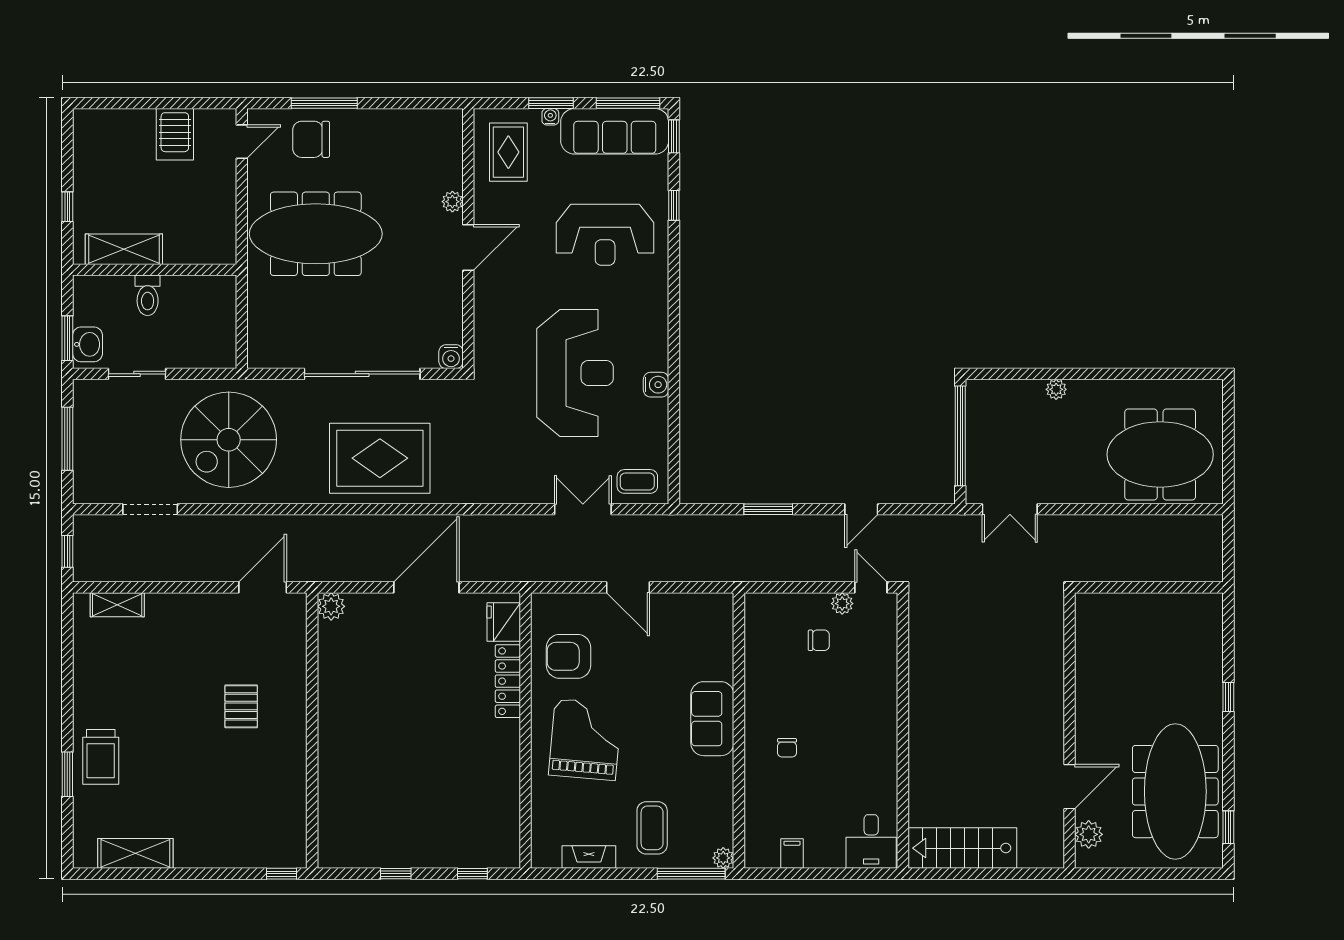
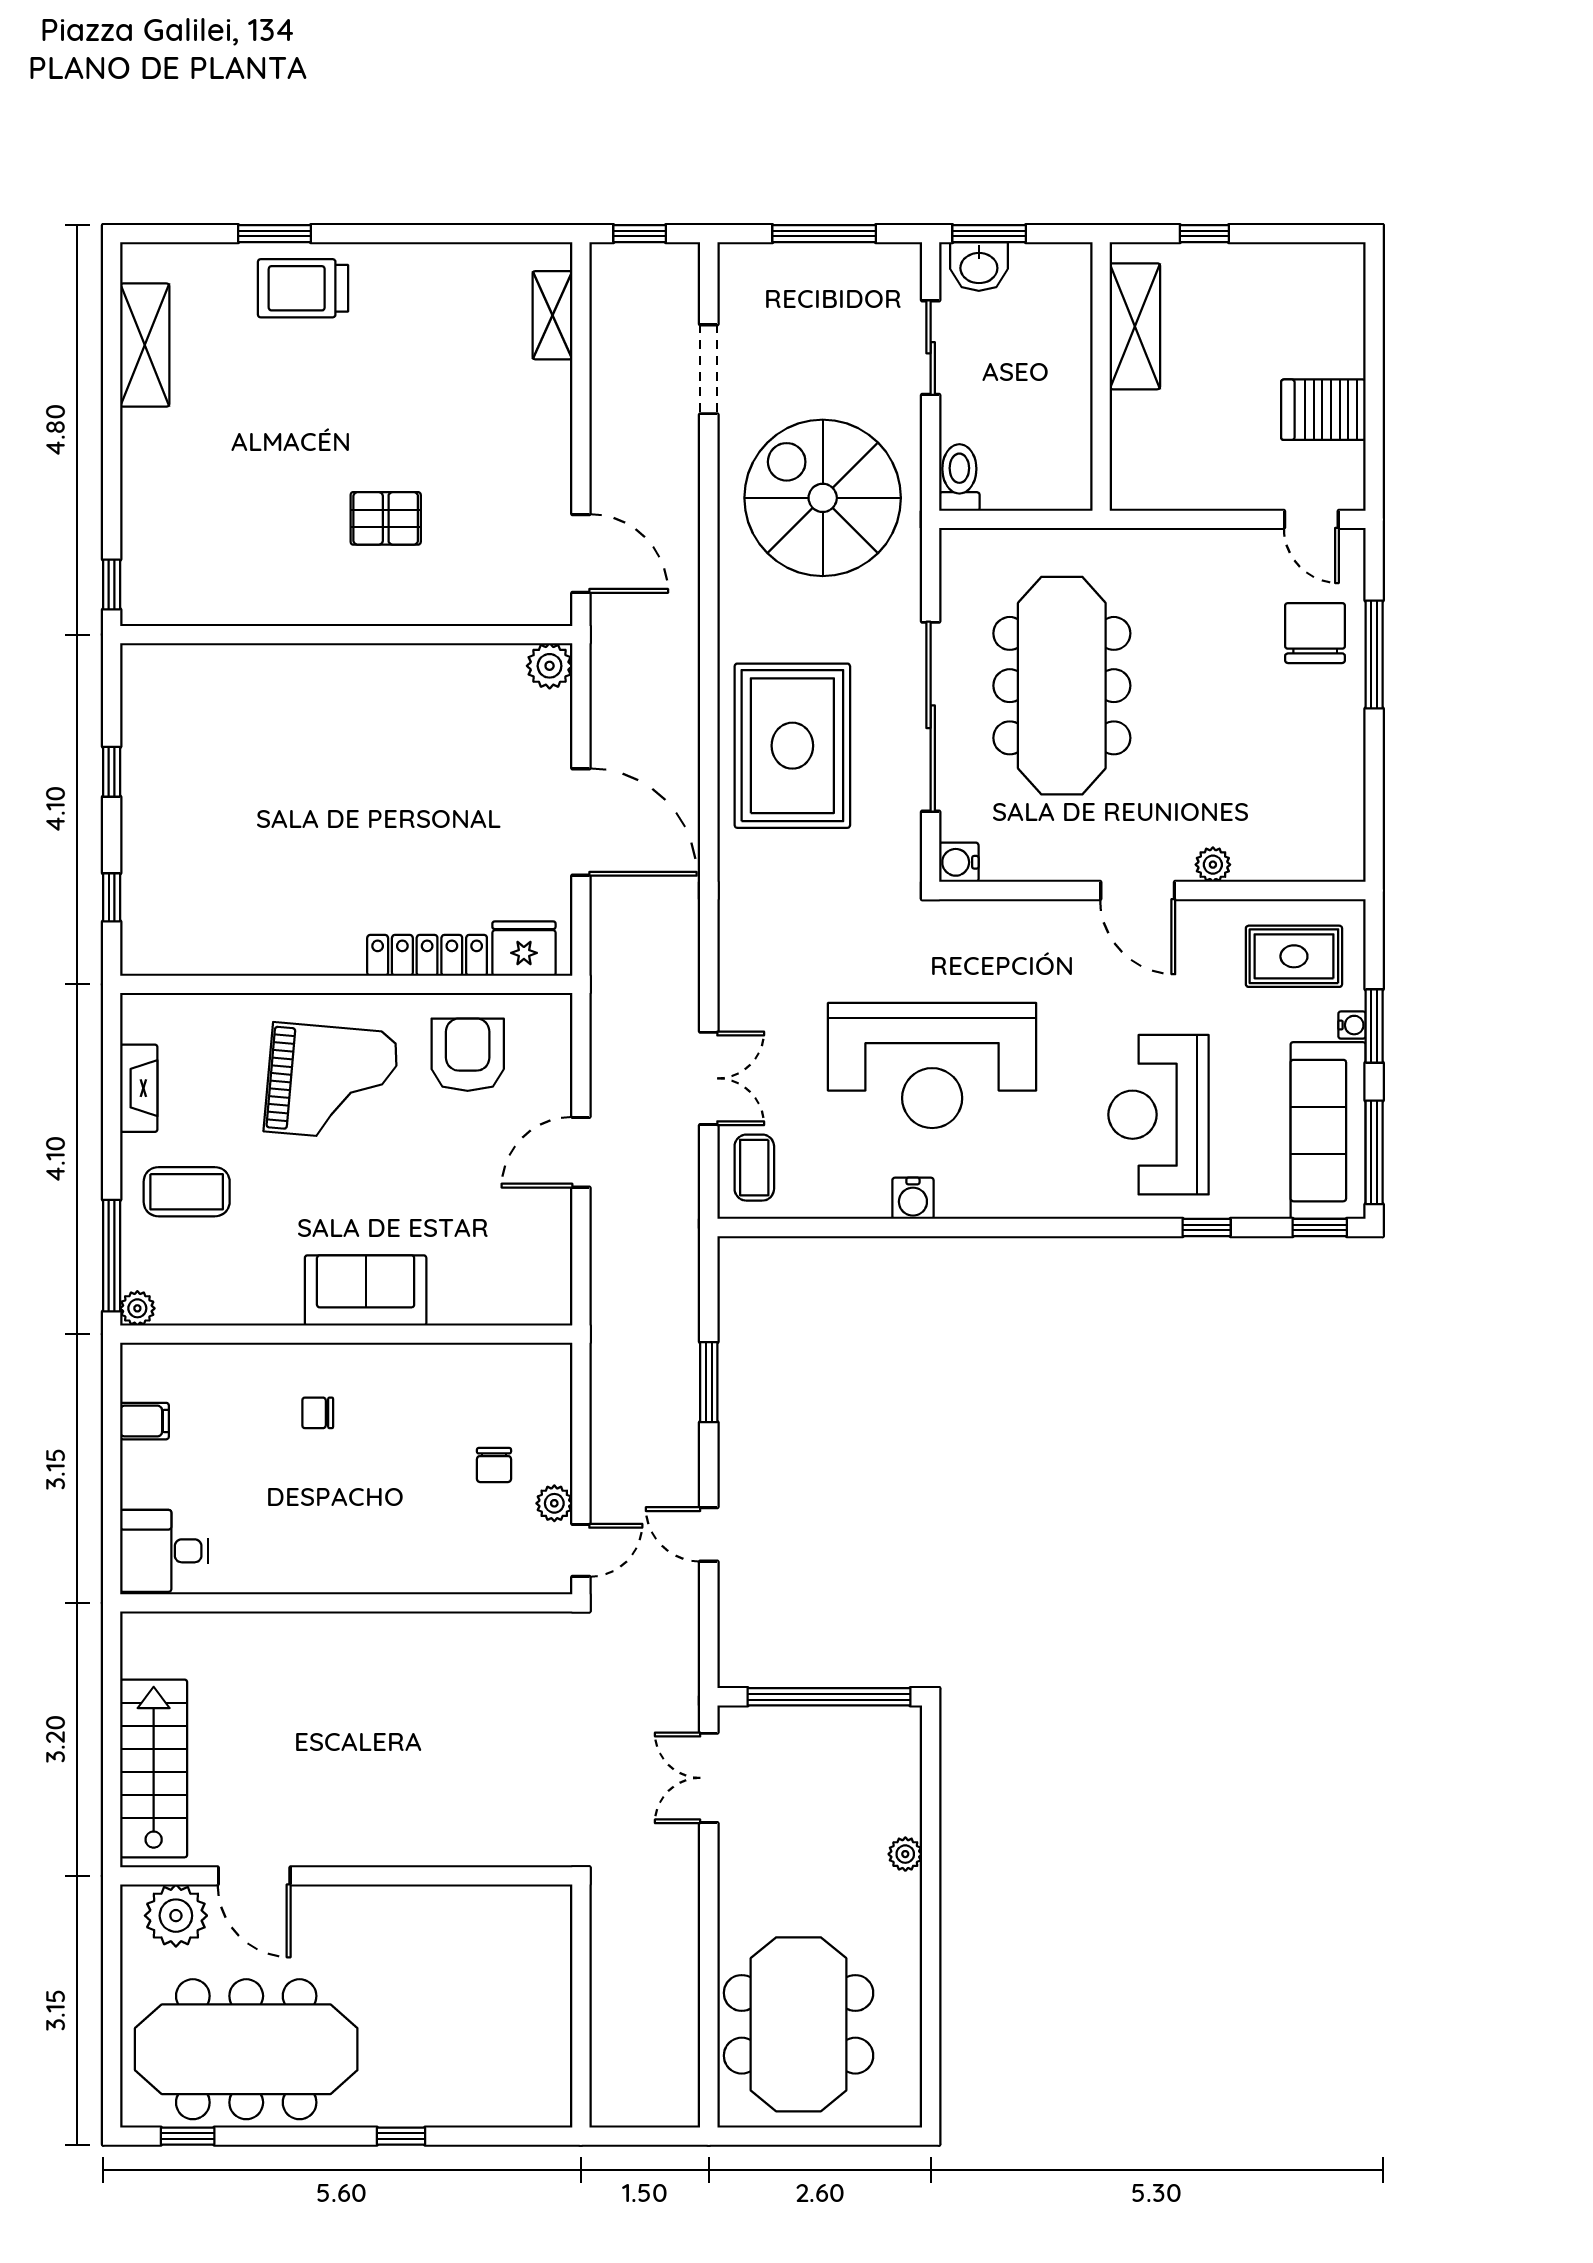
meeting table: (316, 234) -> (1062, 686), moved
toilet: (148, 295) -> (959, 478), moved, turned 90
plant: (1089, 834) -> (176, 1916), width x1.36, depth x1.36
stairs: (962, 848) -> (154, 1768), moved

